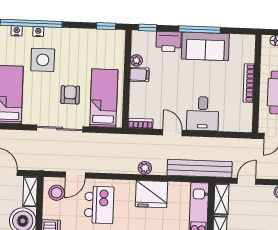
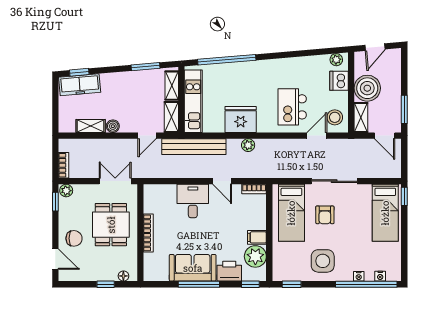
side table: (43, 60) -> (323, 261), moved
plant: (136, 60) -> (255, 256), width x1.88, depth x1.88

